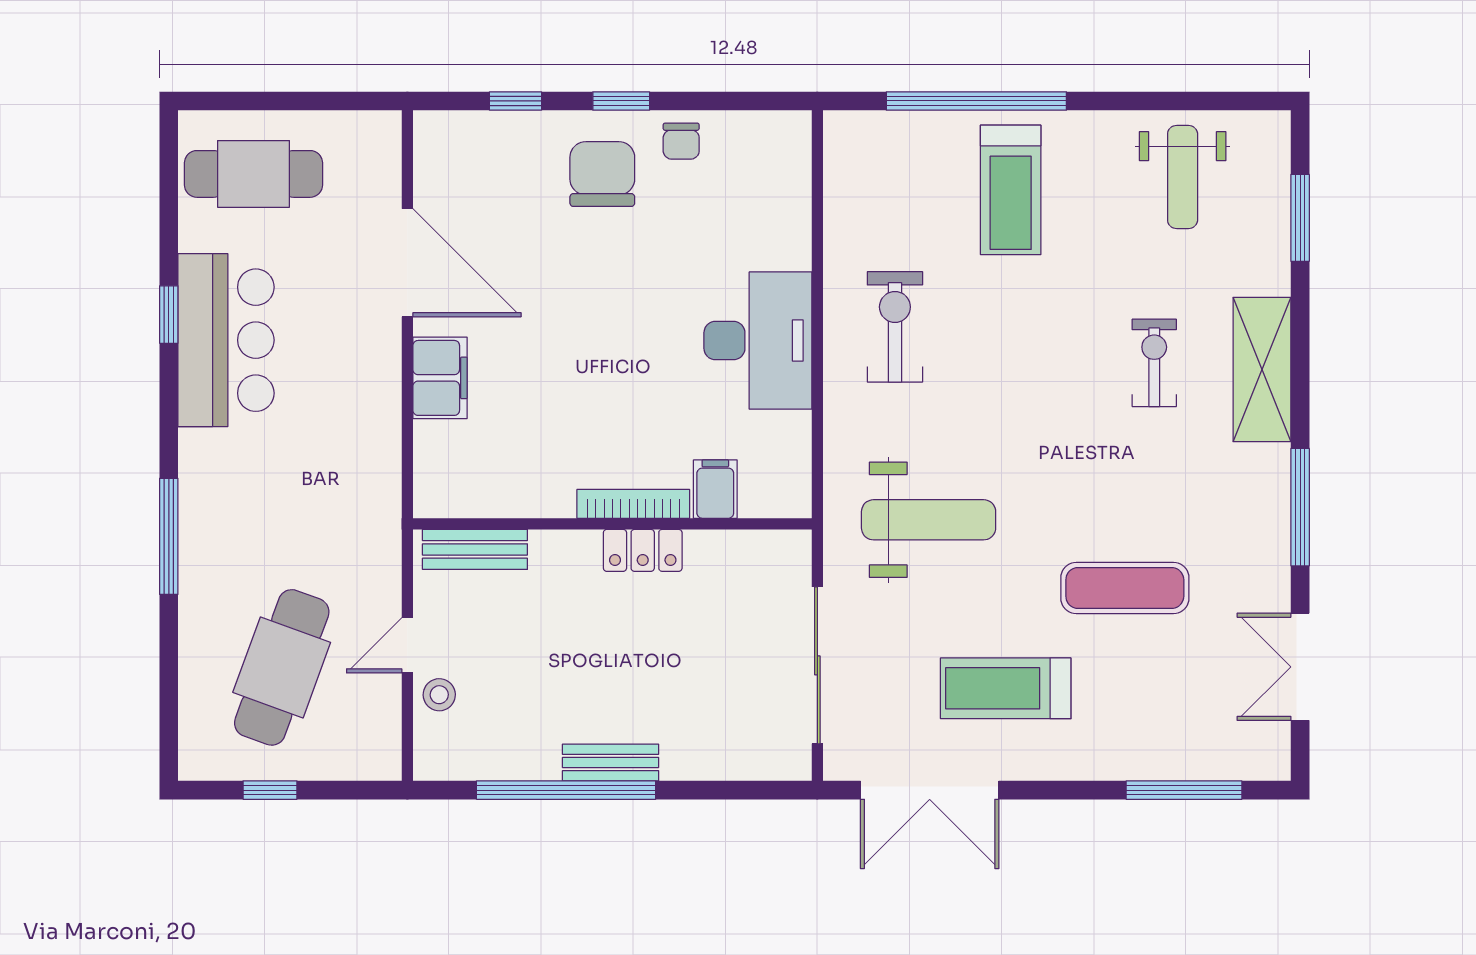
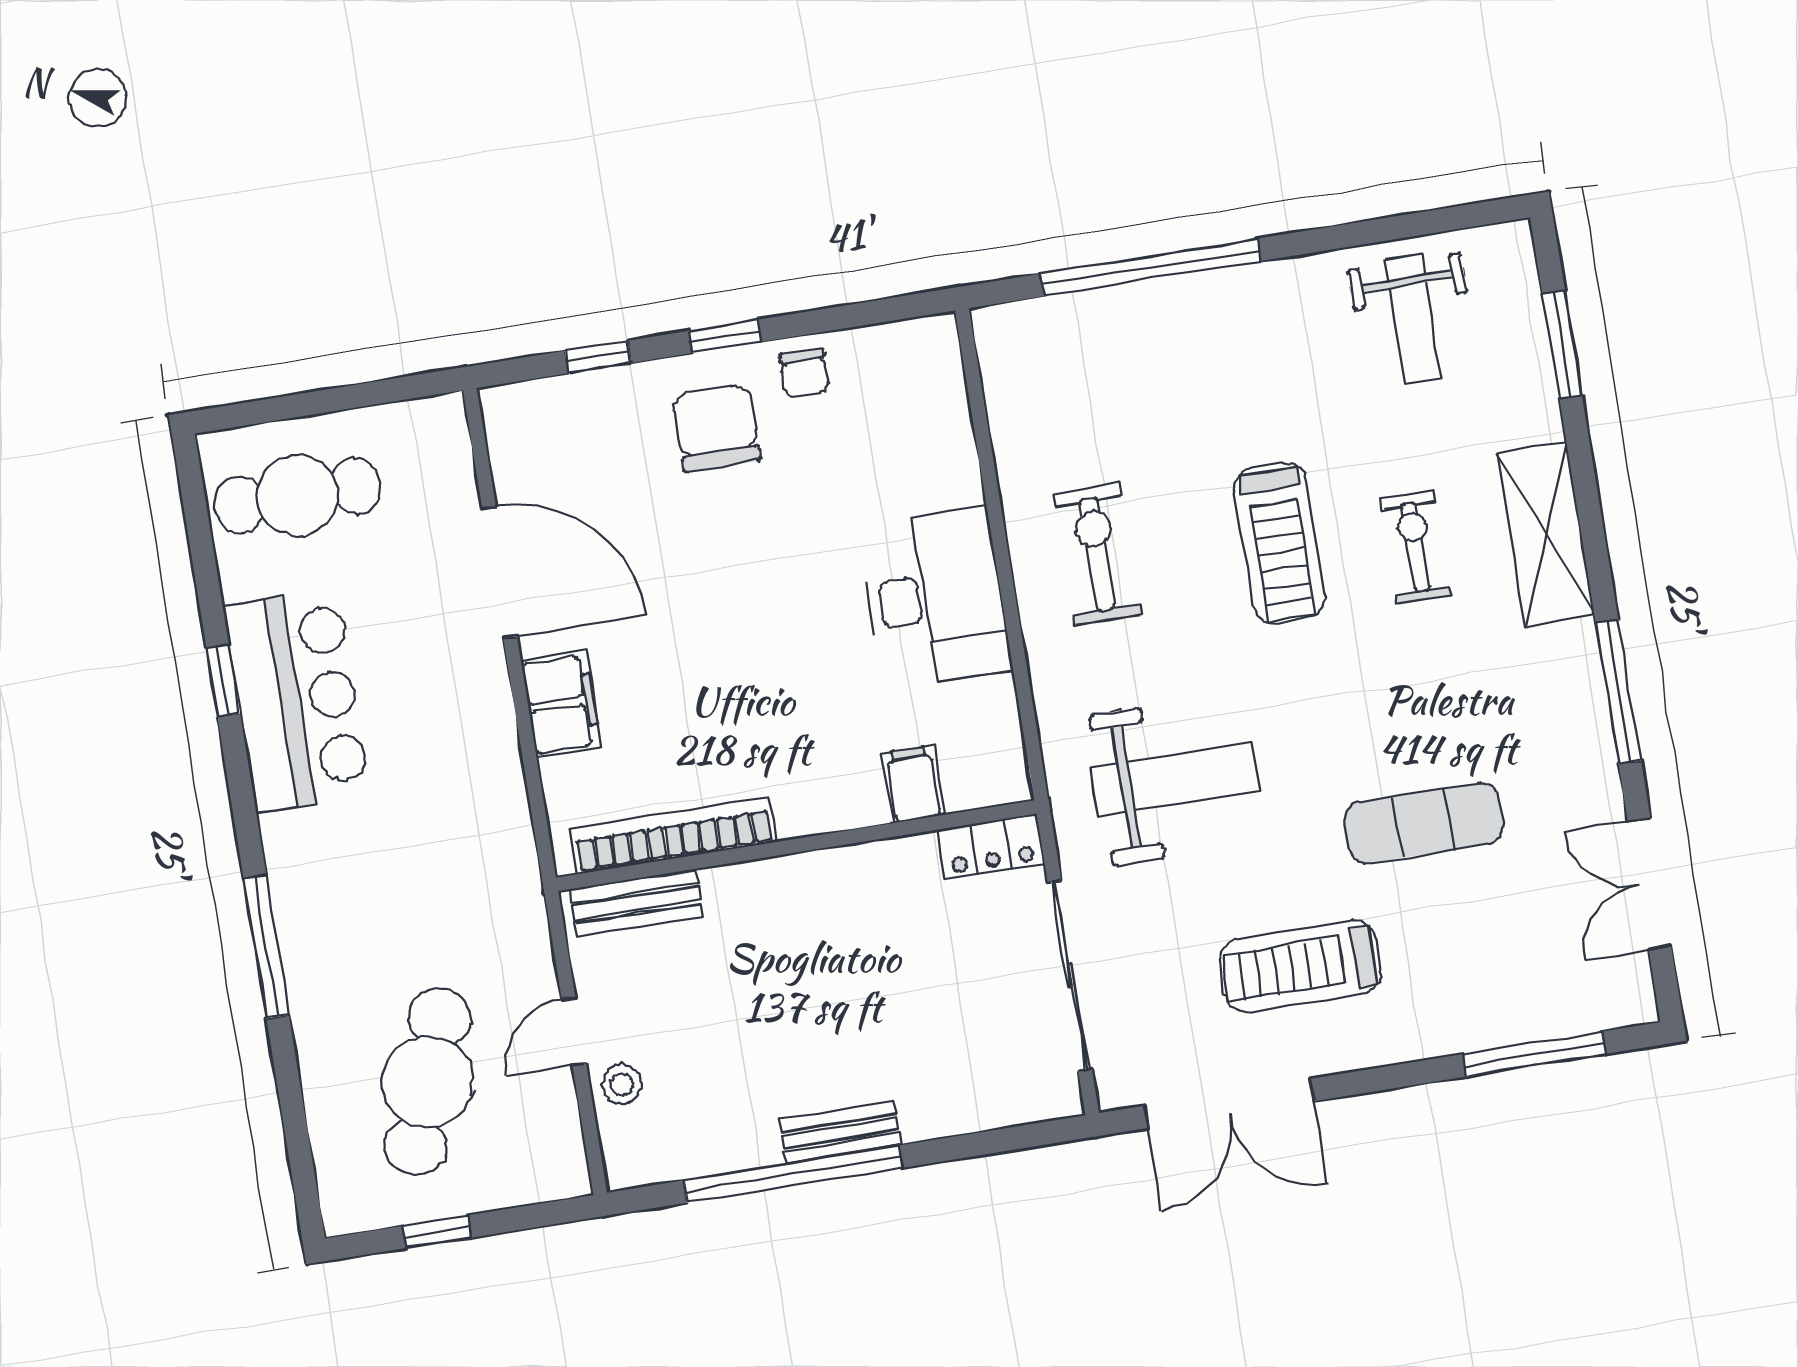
treadmill: (1011, 190) -> (1280, 543), moved
bookcase: (633, 504) -> (673, 835), moved, width x1.48, depth x1.31
locker: (643, 550) -> (991, 847), moved

